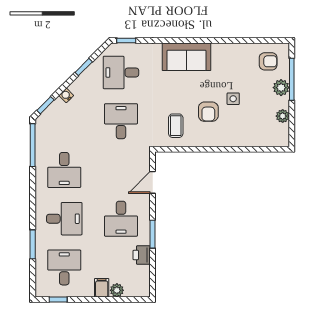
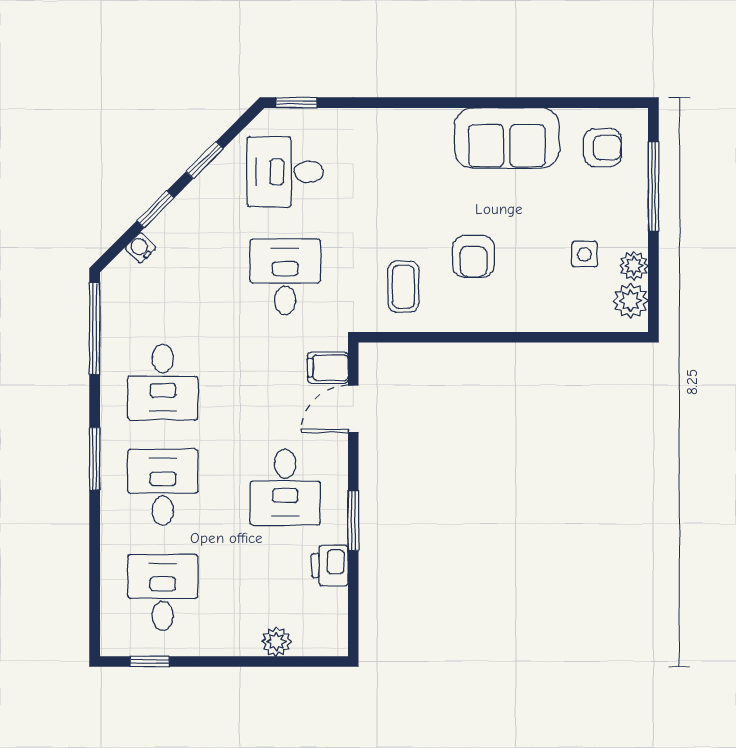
sofa: (186, 57) -> (507, 138), moved
plant: (281, 88) -> (631, 301), moved
water cooler: (66, 95) -> (140, 248), moved
side table: (233, 99) -> (585, 254), moved
window: (46, 105) -> (156, 209), moved
desk: (64, 219) -> (163, 487), turned -90
window: (33, 244) -> (95, 459), moved
filing cabinet: (102, 288) -> (328, 368), moved, turned -90

